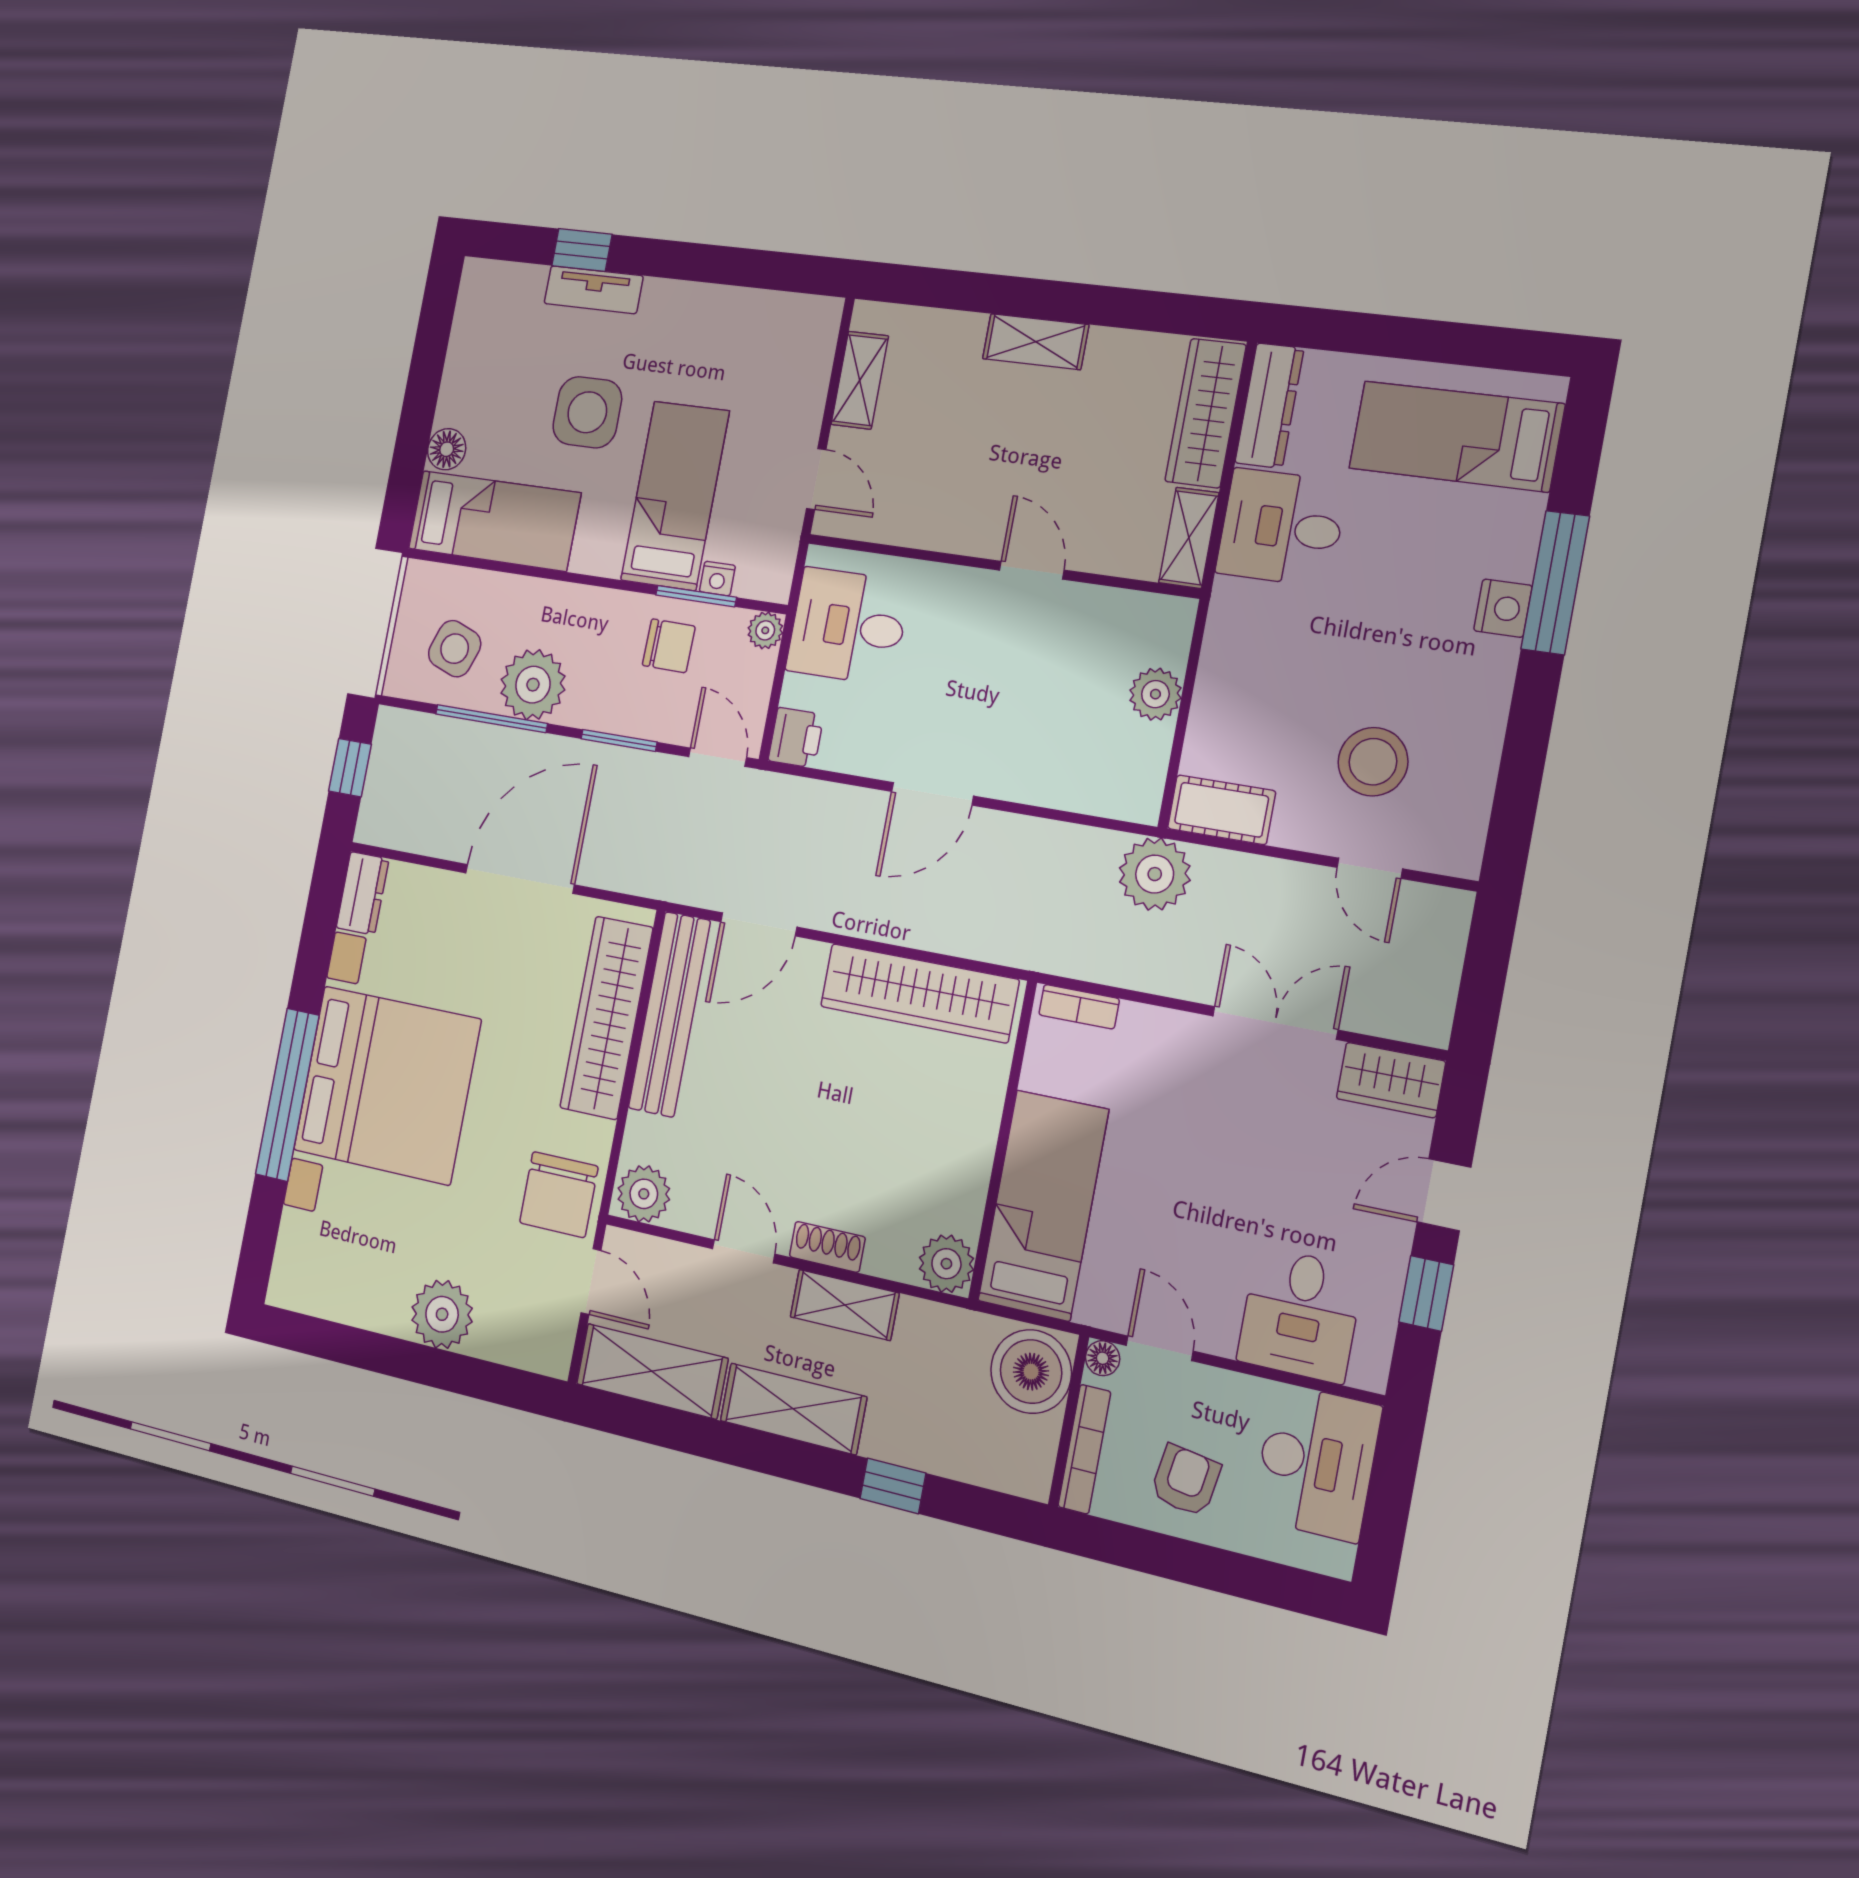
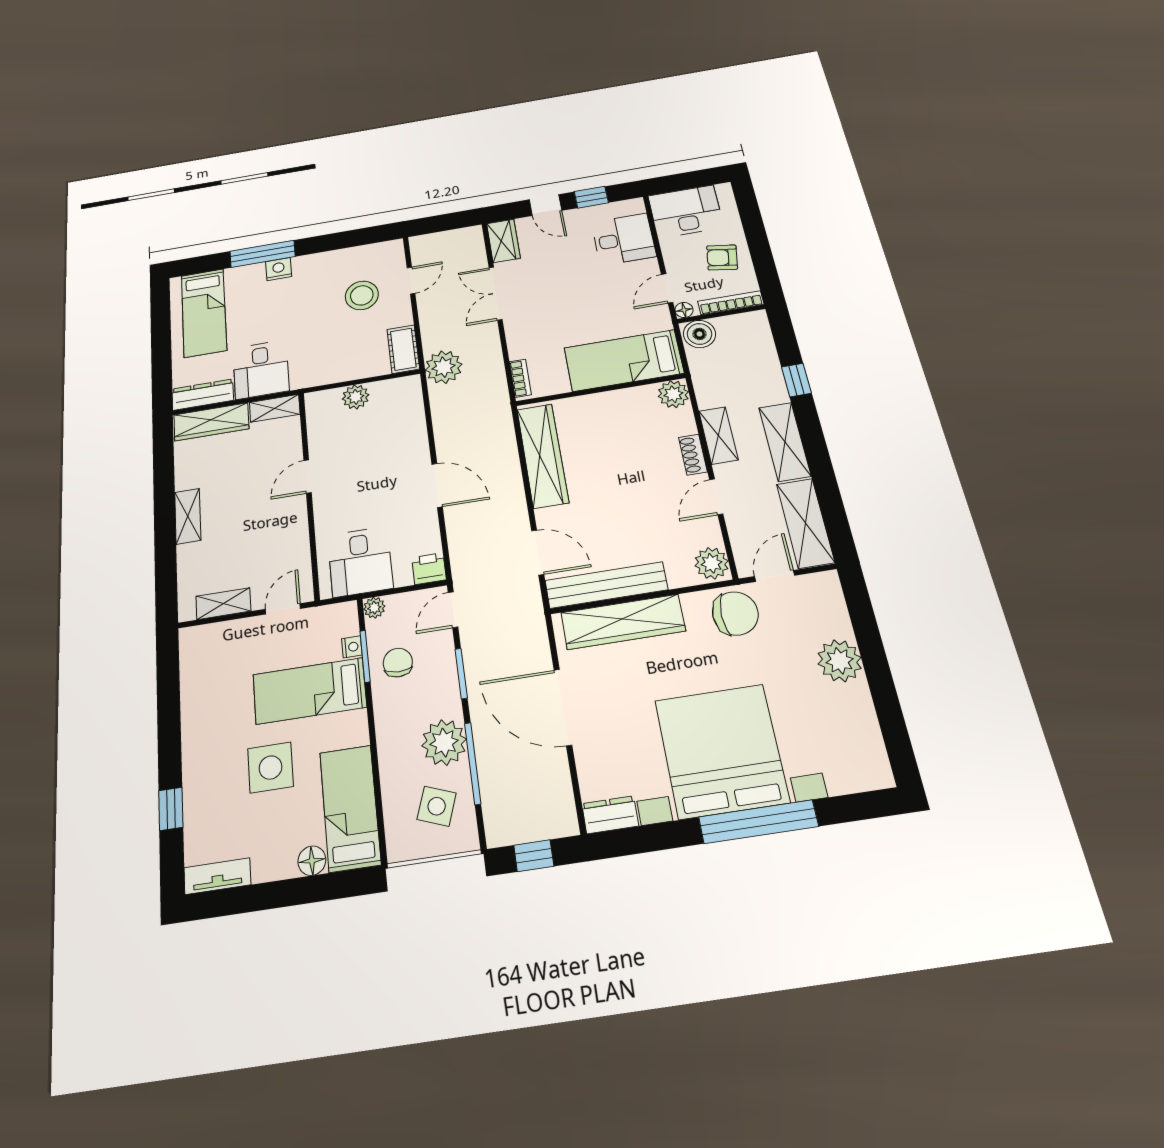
tv unit: (594, 290) -> (217, 876), moved, turned -90
boiler: (1031, 1372) -> (699, 334), width x0.73, depth x0.73

